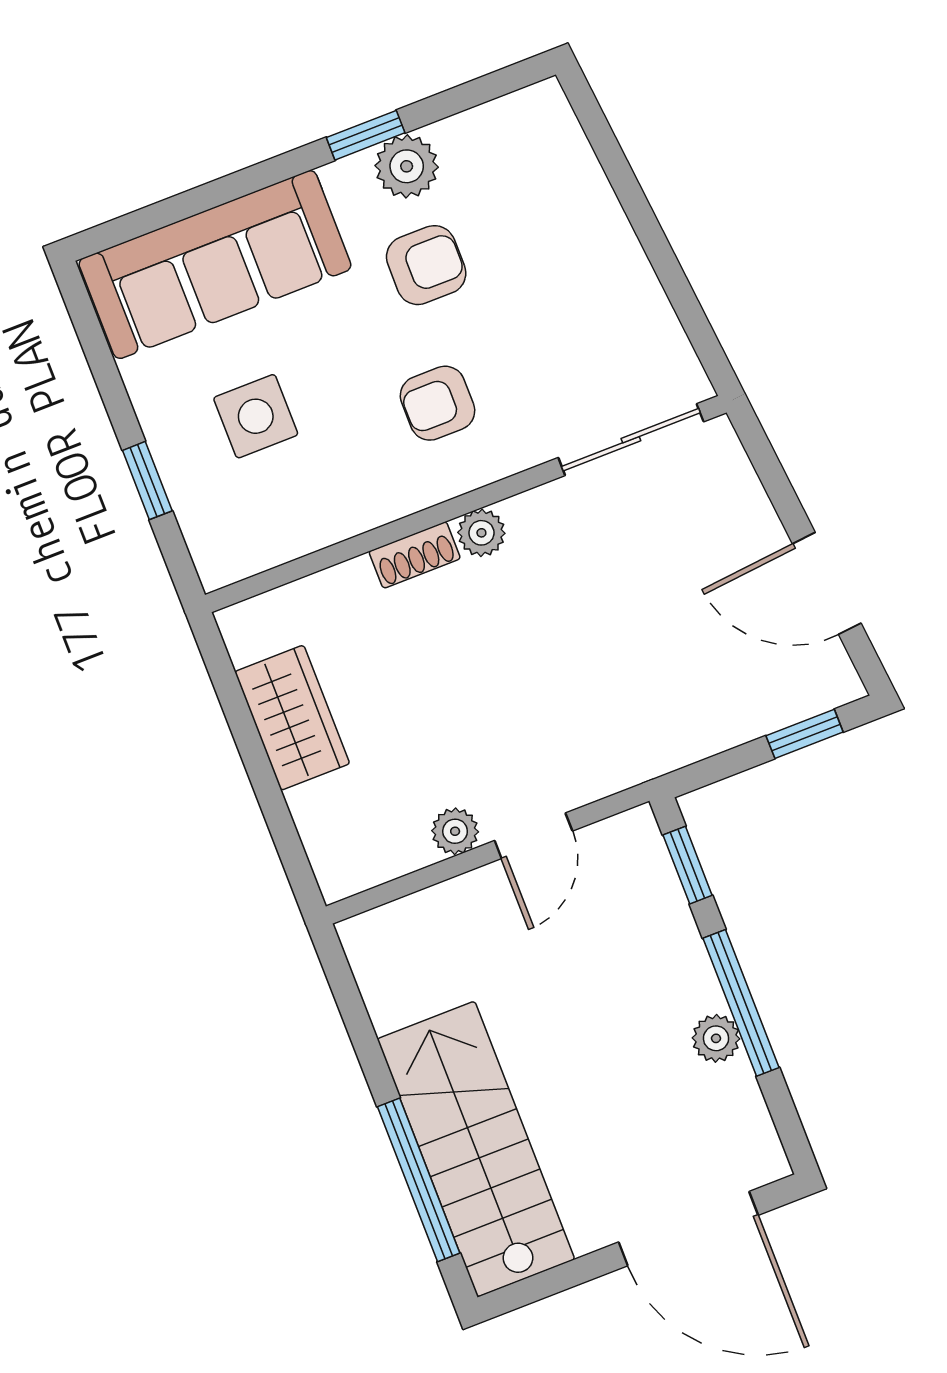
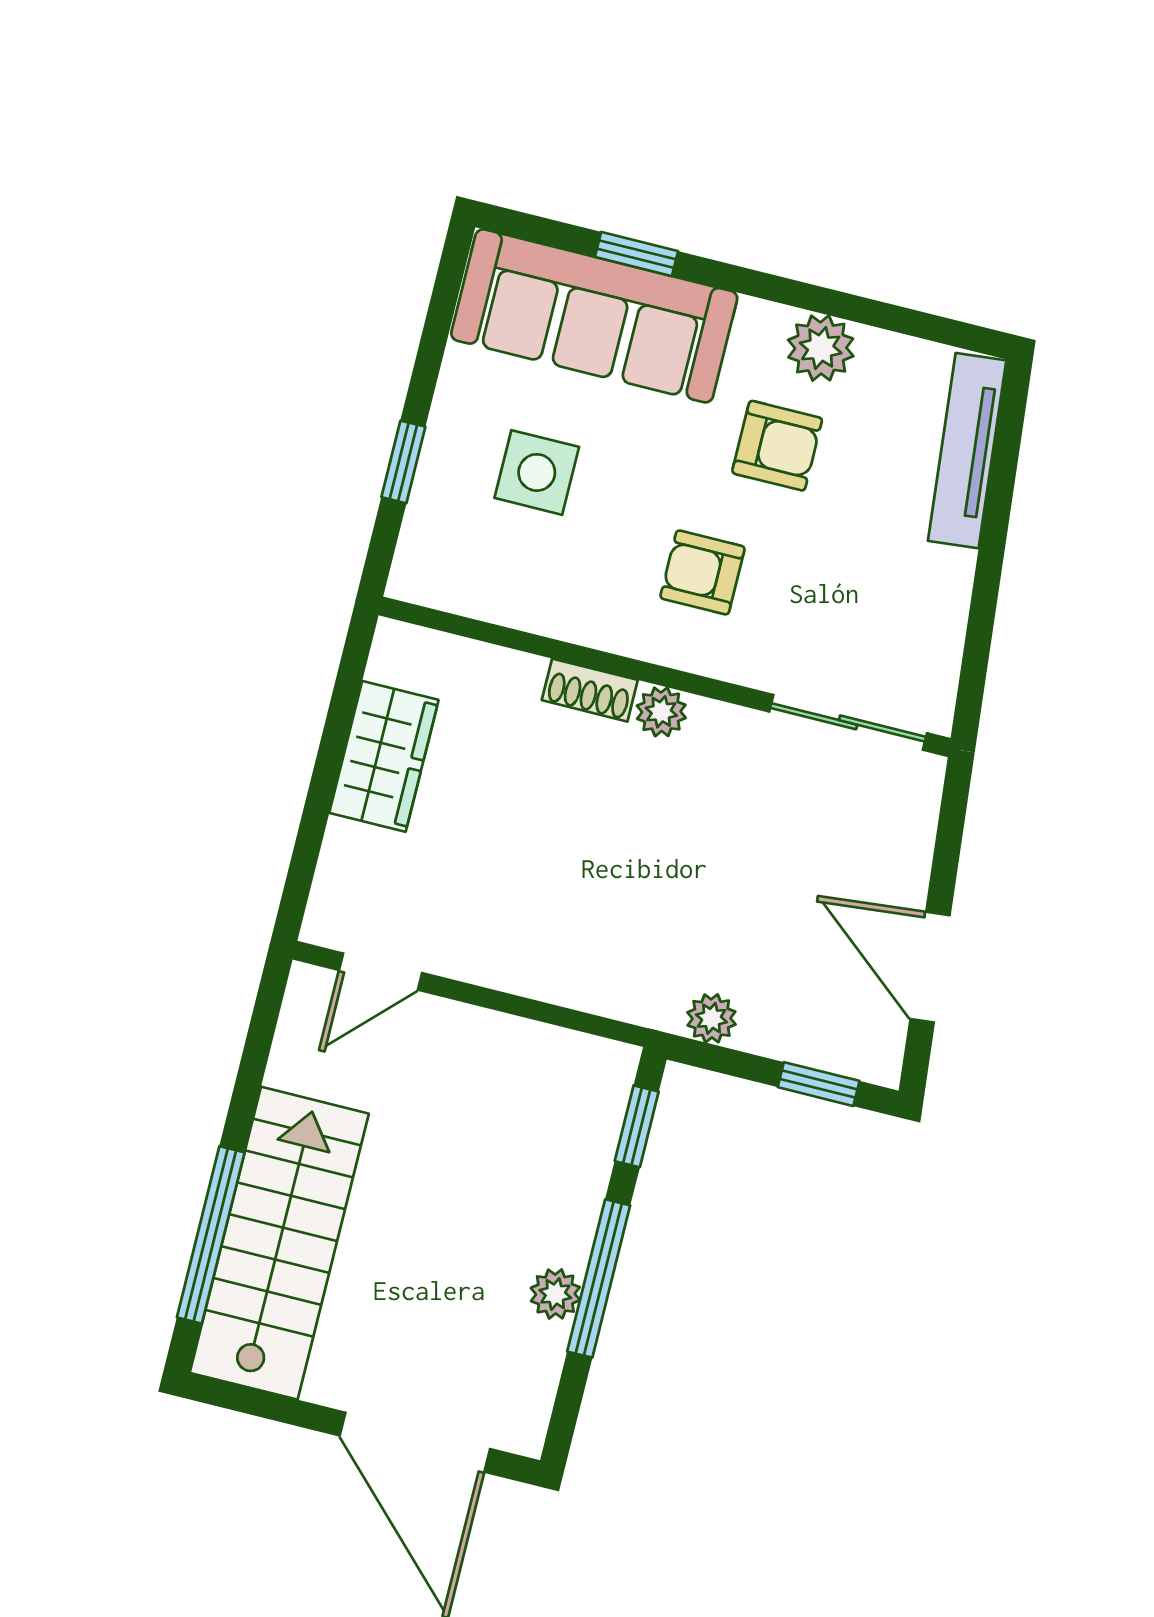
window: (366, 135) -> (636, 254), moved
tv unit: (575, 166) -> (967, 451), added
plant: (455, 831) -> (711, 1018), moved
door: (533, 836) -> (380, 972), moved

